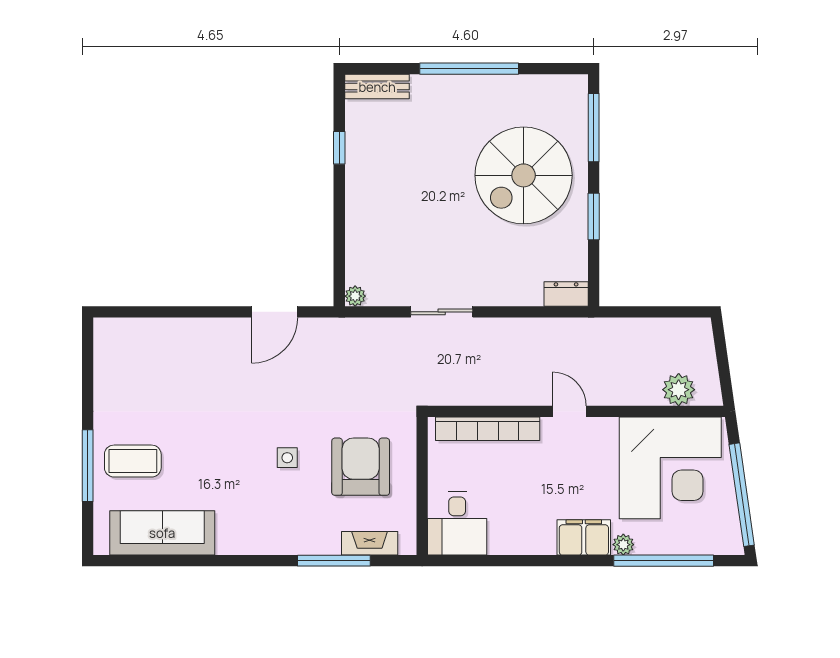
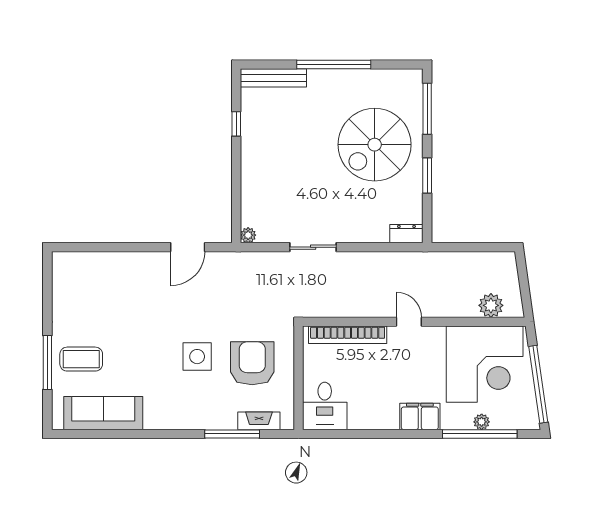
bench: (377, 87) -> (273, 78), width x1.36
side table: (287, 458) -> (197, 357), width x1.87, depth x1.87
plant: (623, 545) -> (482, 422), moved

